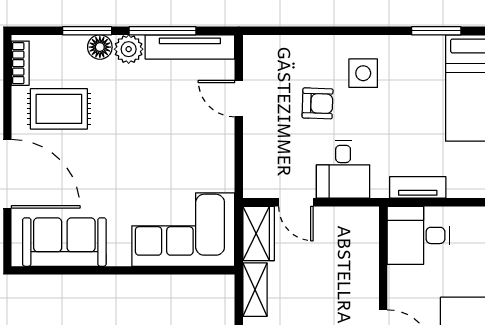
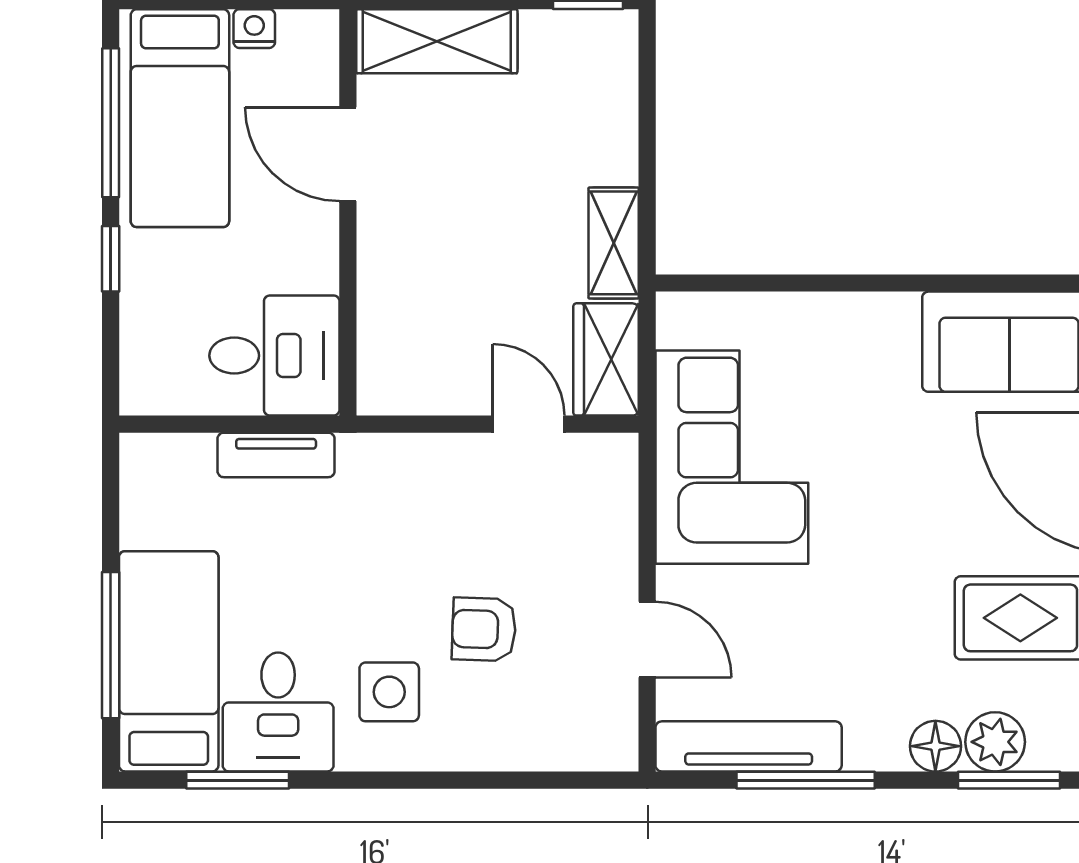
window: (87, 31) -> (1009, 780), moved
plant: (129, 49) -> (995, 742), moved
desk: (343, 169) -> (278, 712), moved, turned 180
corner sofa: (183, 230) -> (732, 457), moved, turned -90

